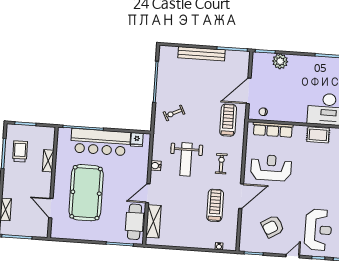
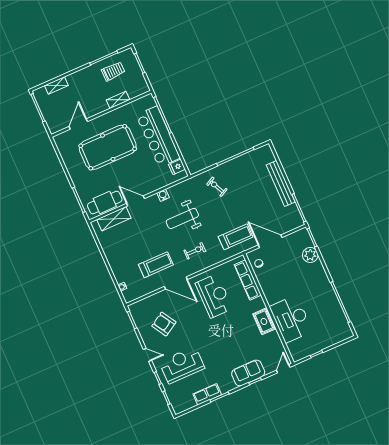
reception desk: (318, 230) -> (182, 365), turned 180

